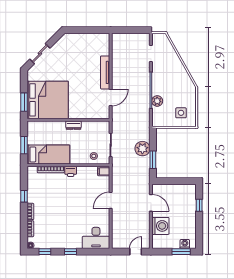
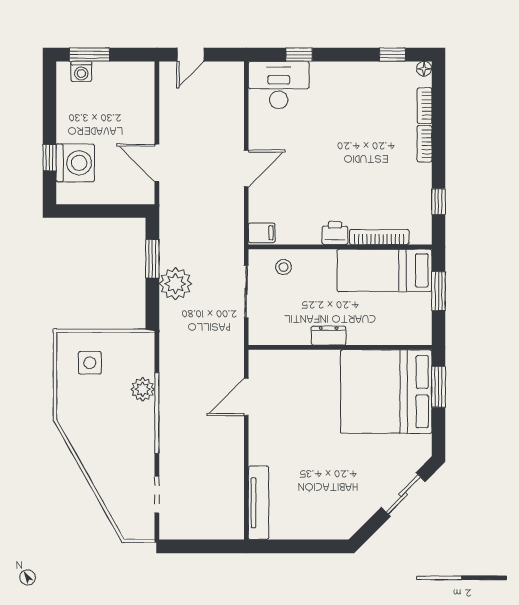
tv unit: (105, 72) -> (258, 503), moved
window: (24, 196) -> (438, 202), moved
washing machine: (160, 226) -> (75, 163), moved, turned 180
window: (71, 252) -> (299, 55), moved

